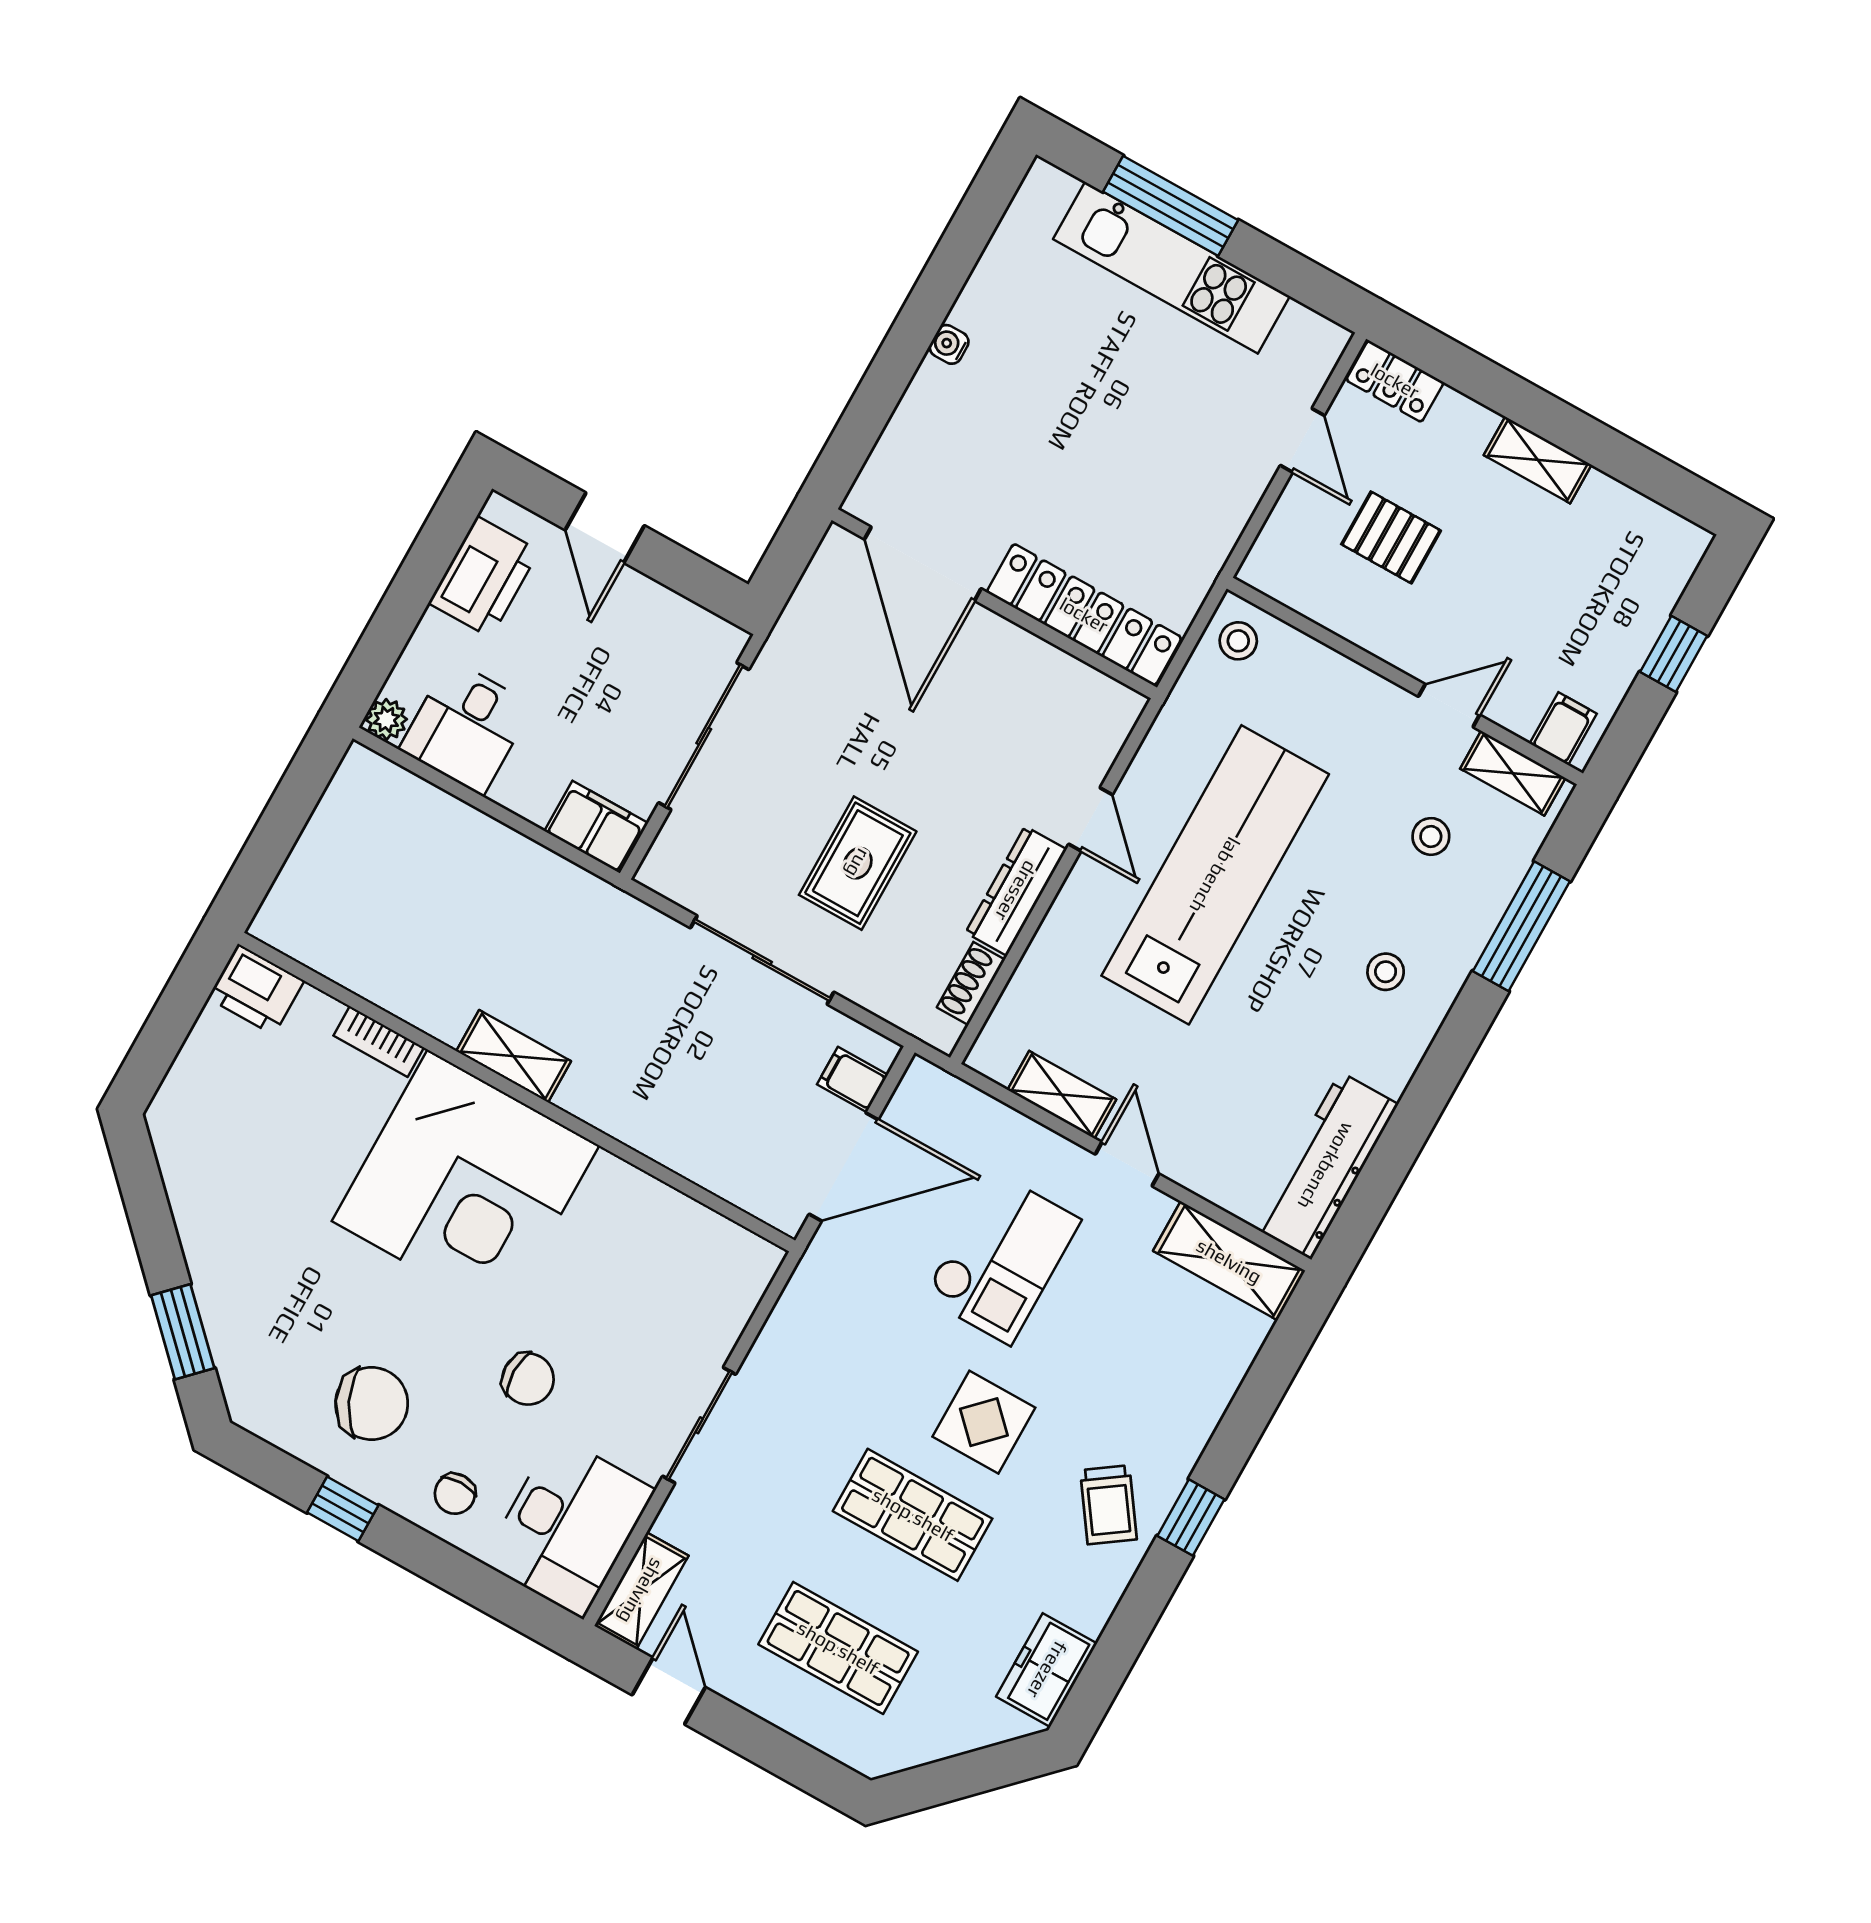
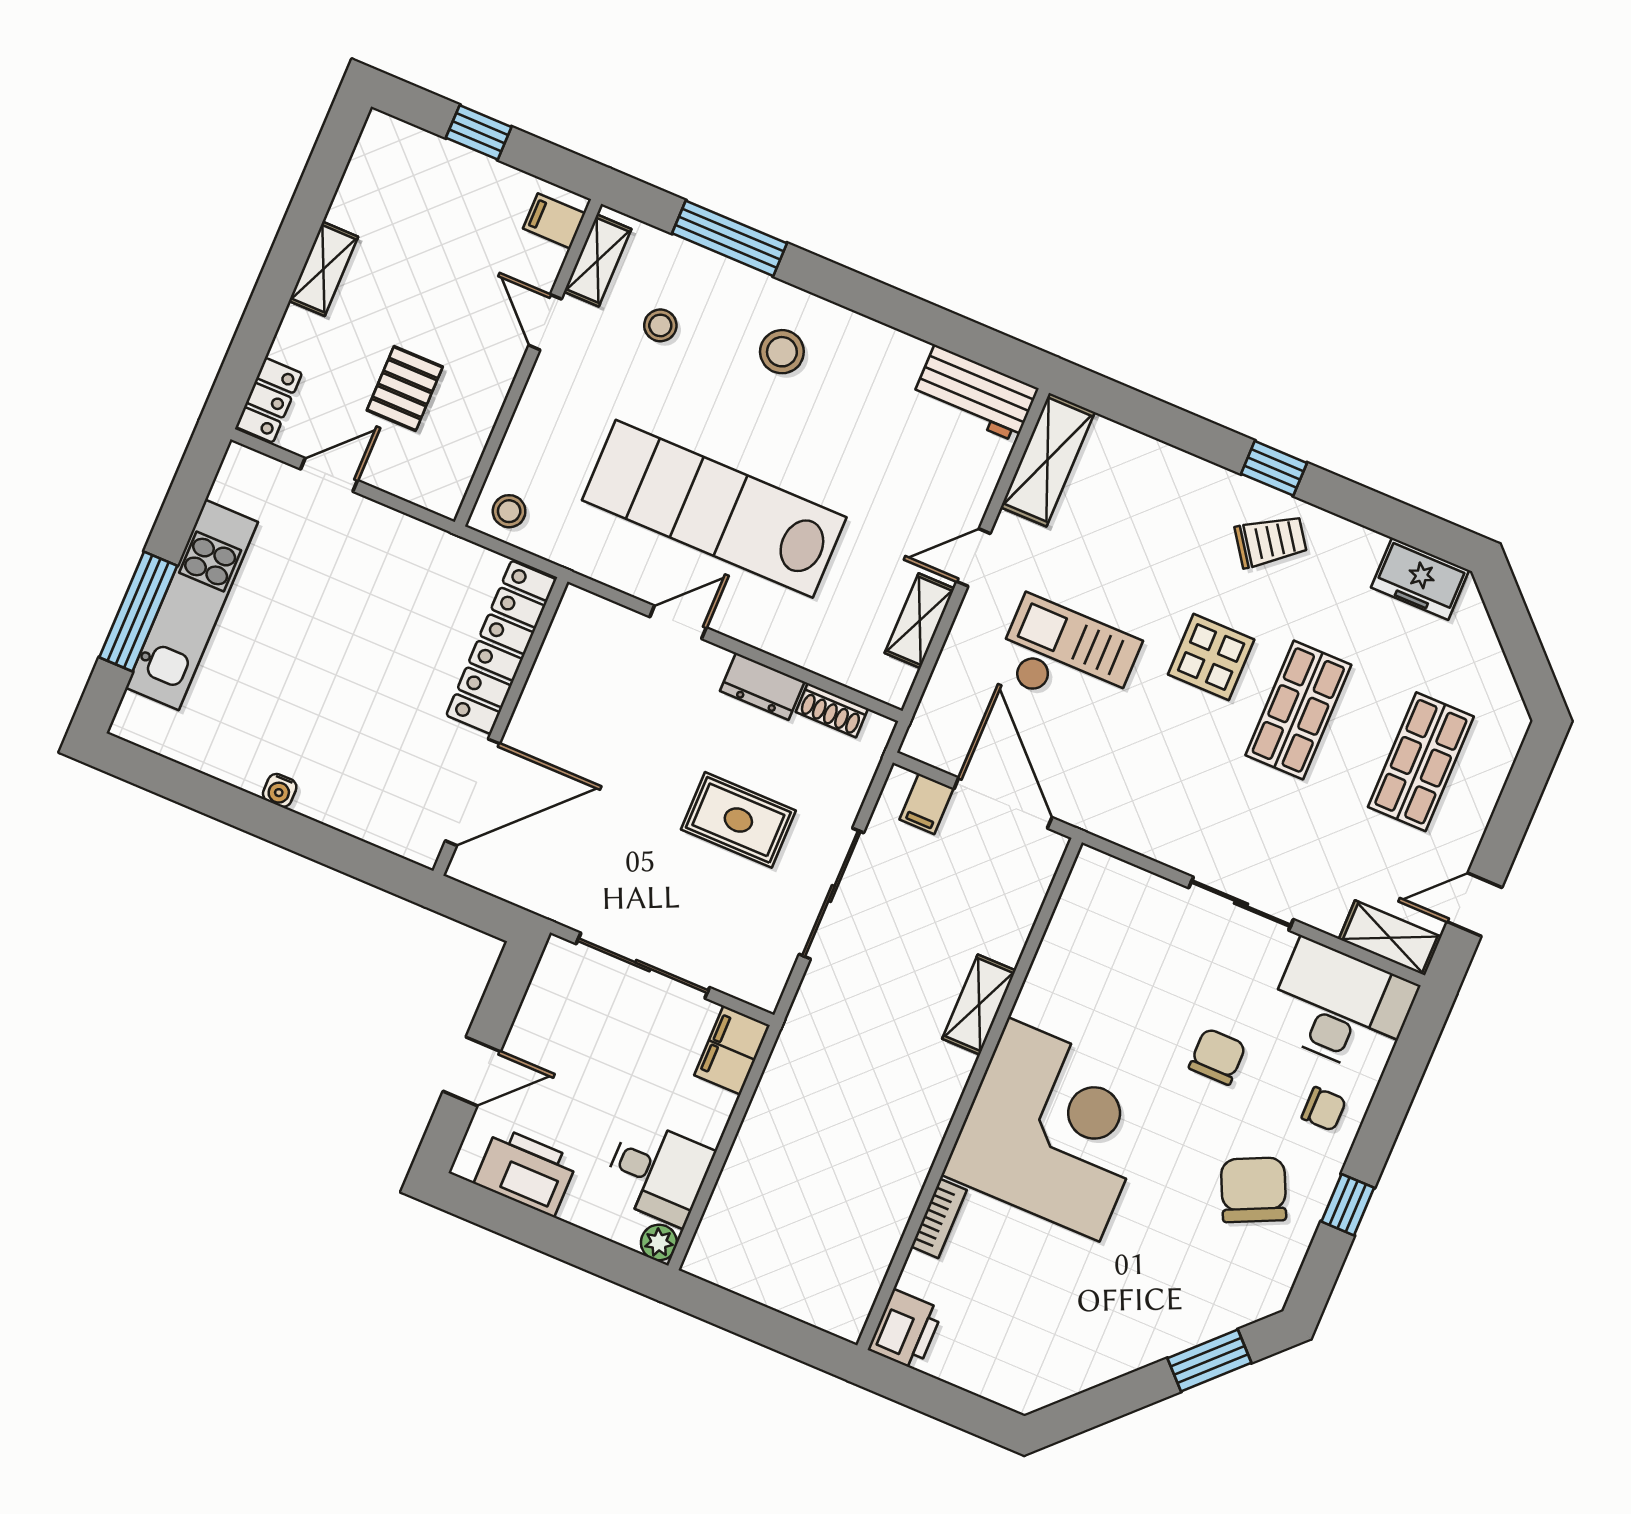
dresser: (1016, 891) -> (762, 686), width x0.70
stool: (1386, 972) -> (782, 352), width x1.37, depth x1.37
shelving: (514, 1056) -> (979, 1005), moved
workbench: (1326, 1166) -> (975, 393), width x0.73

